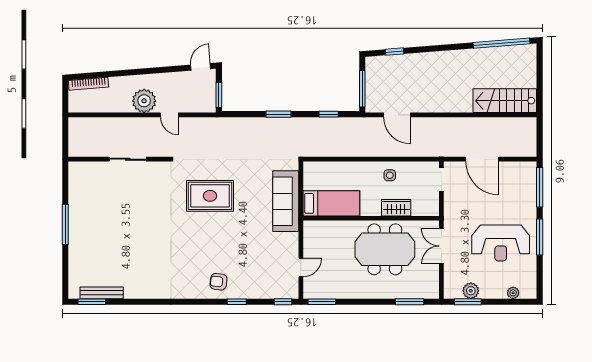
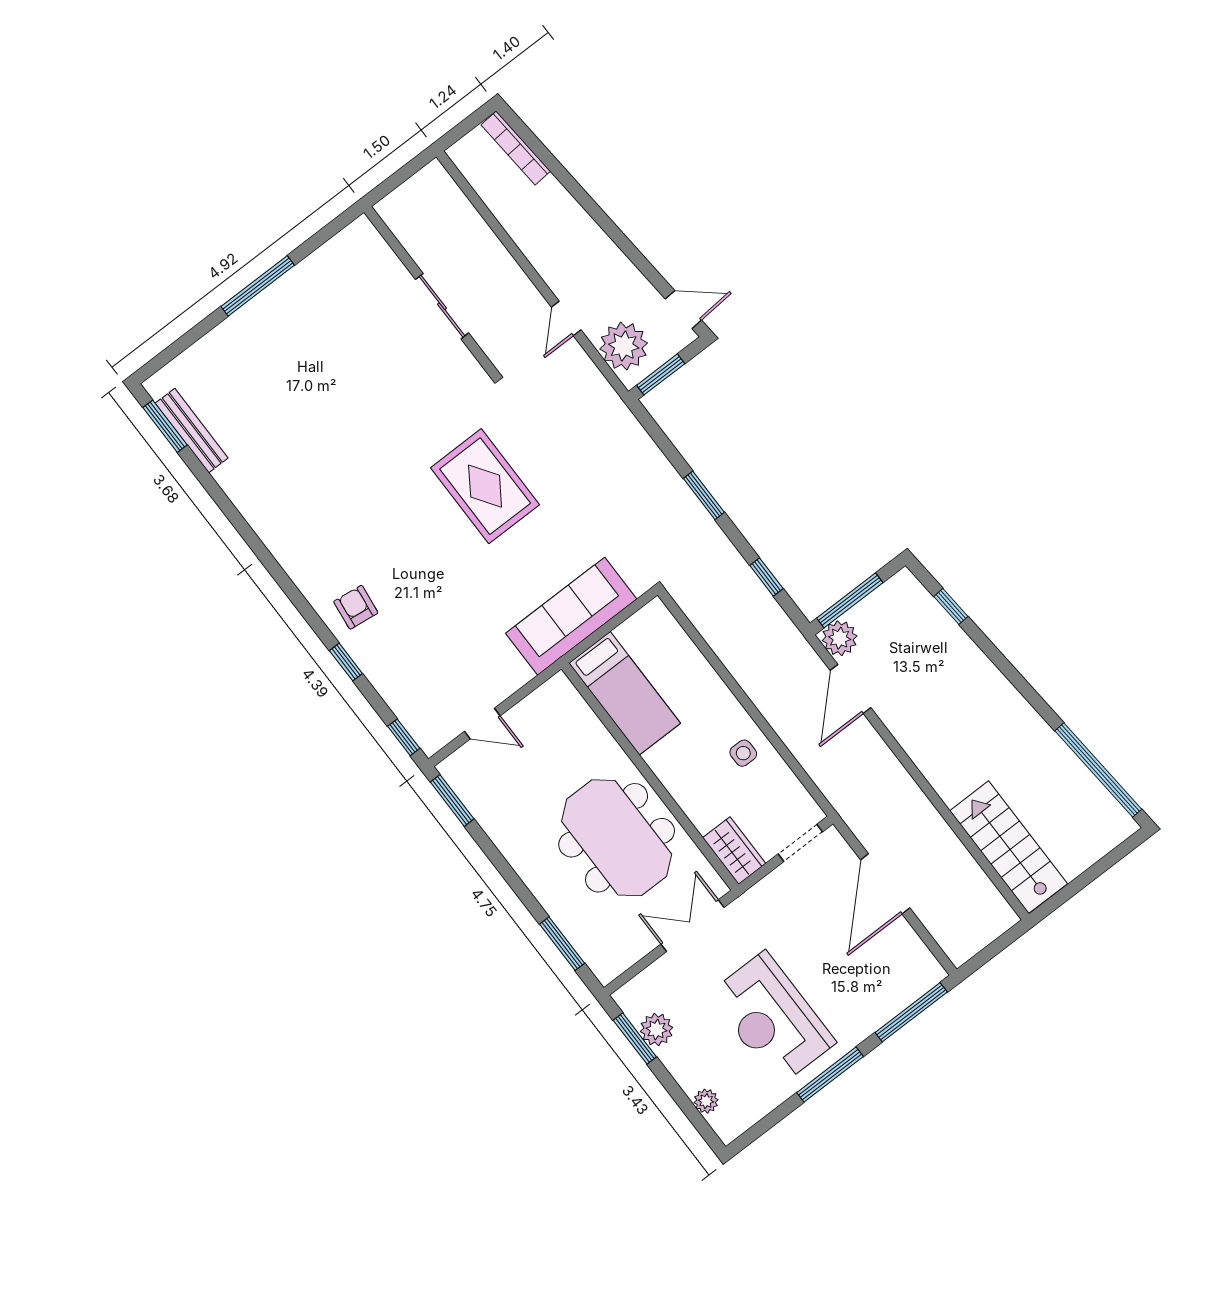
plant: (144, 101) -> (624, 346), moved
plant: (374, 104) -> (840, 638), added
wardrobe: (396, 208) -> (734, 851), moved

